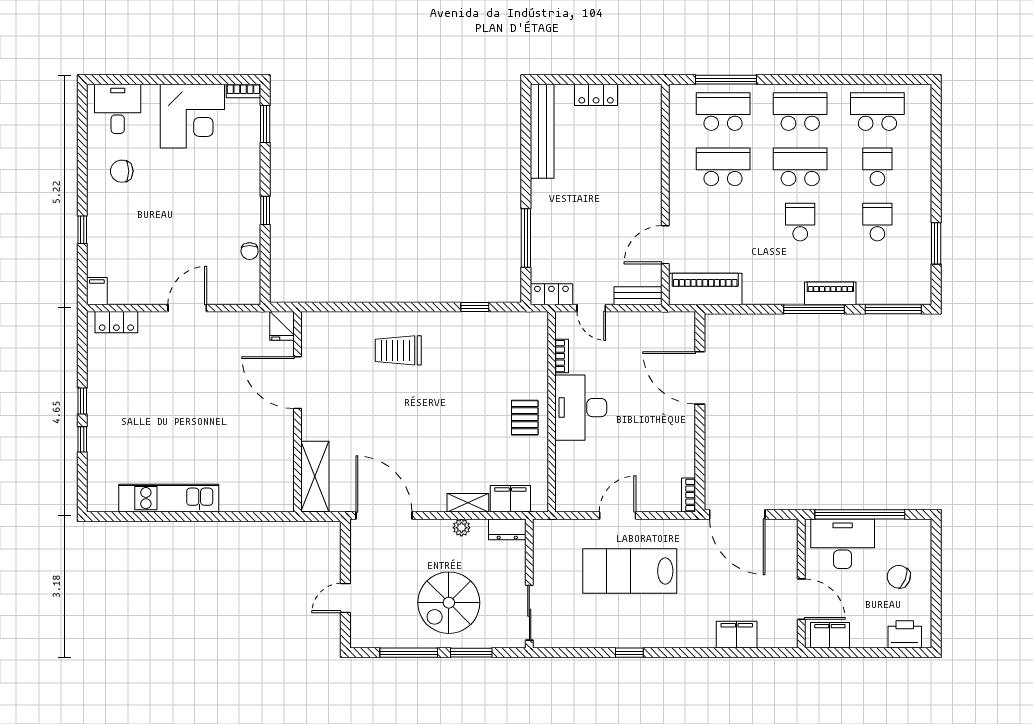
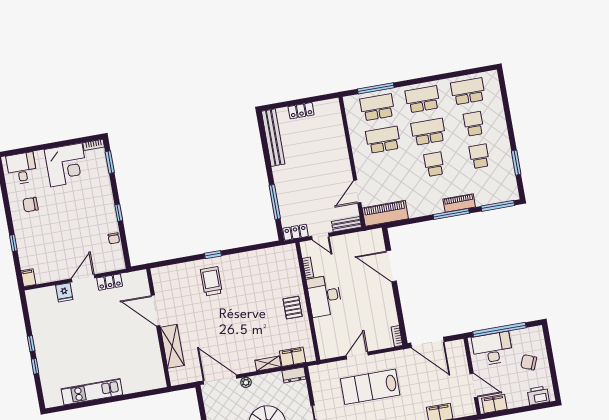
window: (475, 307) -> (213, 255), moved
locker: (116, 322) -> (110, 282), moved
fridge: (282, 326) -> (64, 292), moved
trolley: (398, 350) -> (211, 281), turned 90
shelving: (315, 476) -> (172, 346), moved
plant: (461, 528) -> (246, 382), moved

